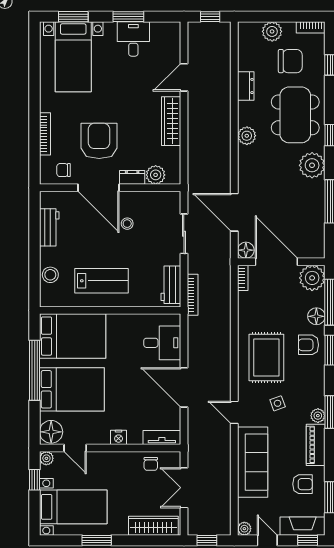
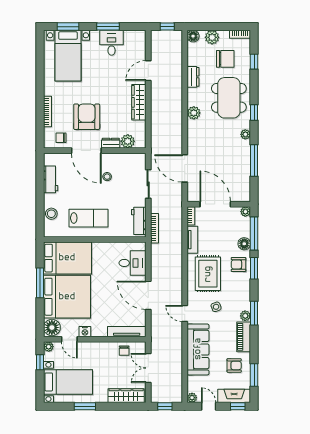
plant: (312, 165) -> (245, 134), width x0.53, depth x0.53
floor lamp: (246, 250) -> (193, 36), moved
plant: (312, 278) -> (245, 212), width x0.53, depth x0.53
tv unit: (245, 311) -> (192, 240), added
window: (35, 370) -> (40, 283), width x0.68
bed: (72, 389) -> (67, 297), width x1.36
nightstand: (119, 437) -> (85, 332), moved
tv unit: (162, 438) -> (127, 332), width x1.41

